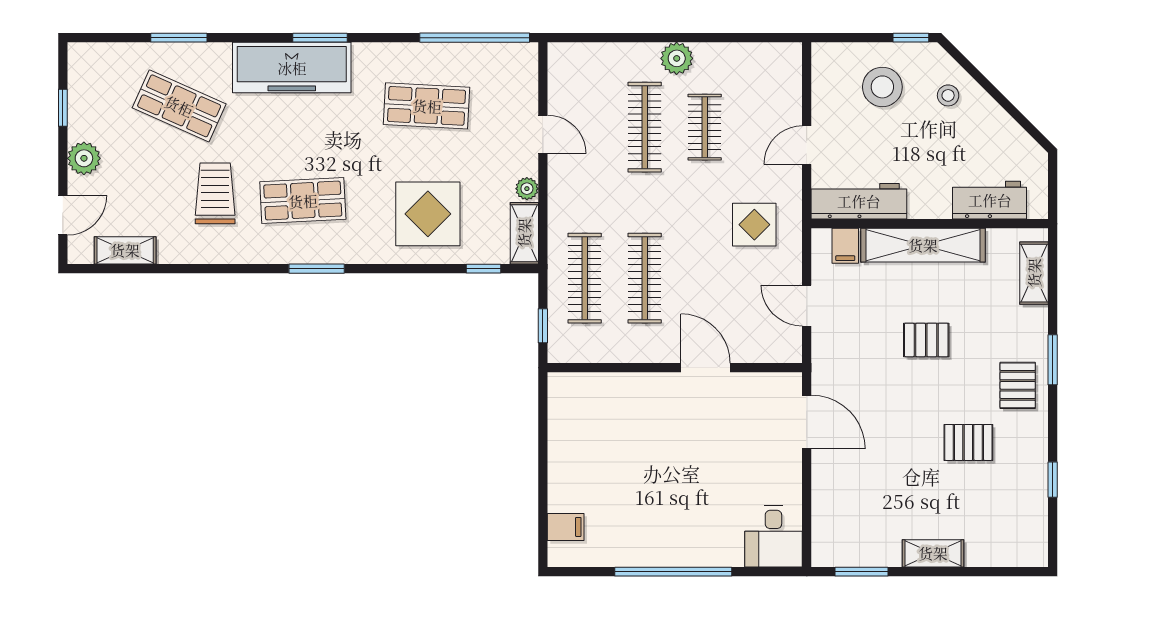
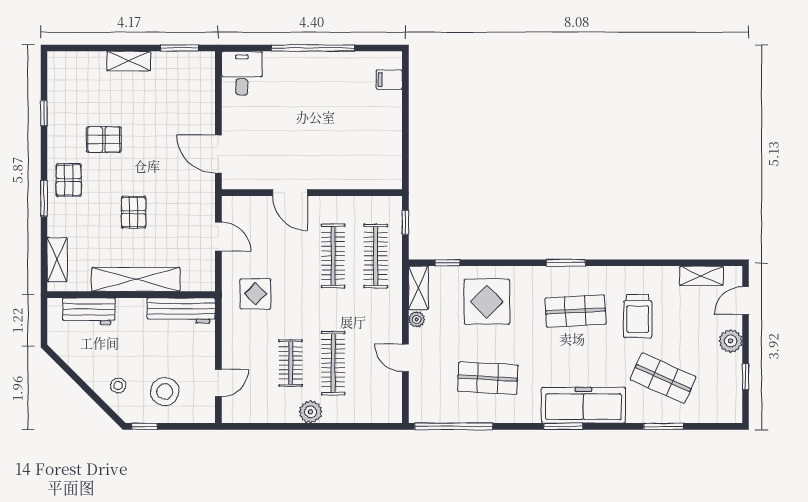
door: (807, 145) -> (218, 383), moved
filing cabinet: (845, 246) -> (191, 279), removed
pallet: (926, 340) -> (134, 212), turned 90

